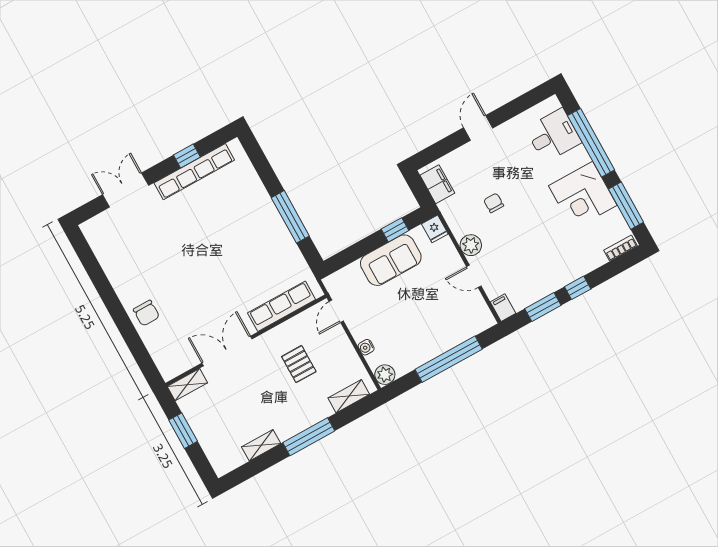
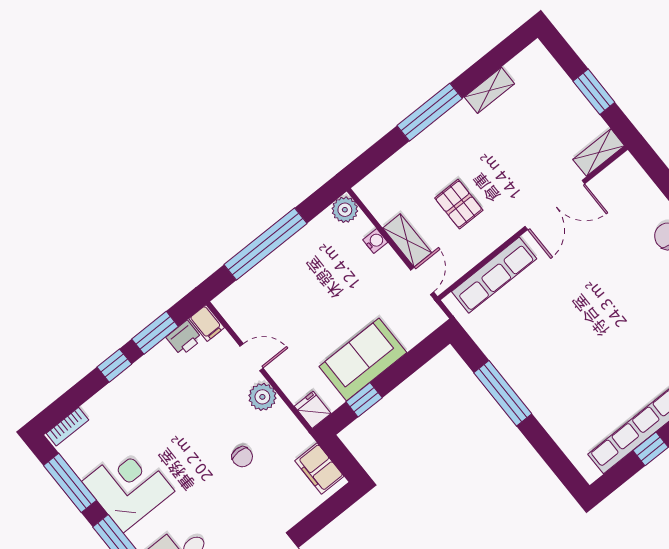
printer: (522, 299) -> (184, 338), added
shelving: (349, 396) -> (407, 240), moved, turned 90

